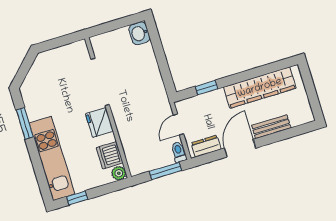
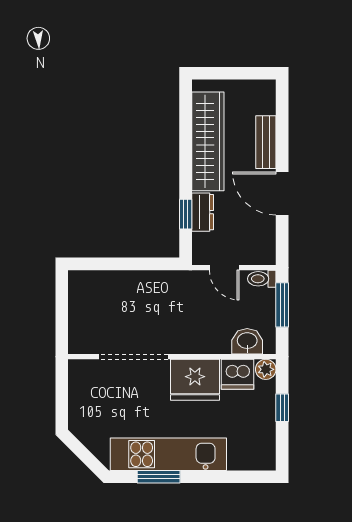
washbasin: (139, 33) -> (247, 341), moved, turned 180
fridge: (99, 122) -> (195, 380), width x1.36, depth x1.34
dresser: (206, 146) -> (203, 212), moved, turned 180
kitchen unit: (52, 158) -> (168, 454), moved
window: (77, 198) -> (282, 408), moved

